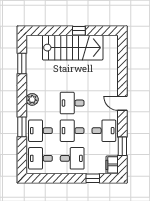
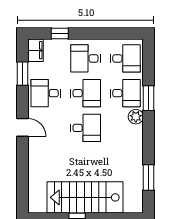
plant: (32, 99) -> (136, 117), moved

